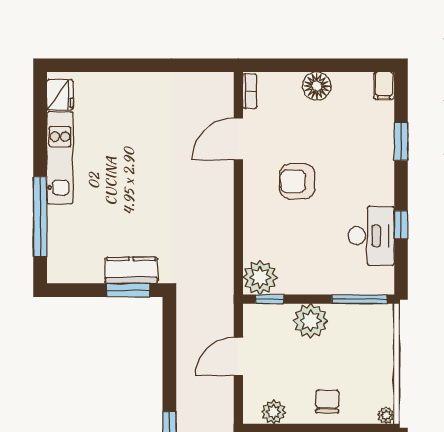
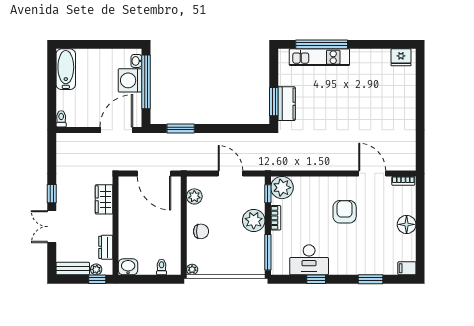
kitchen unit: (60, 158) -> (319, 57), moved
bookcase: (306, 287) -> (276, 218), added

